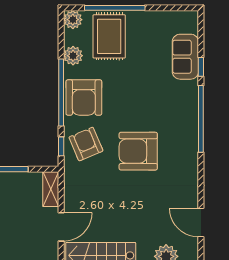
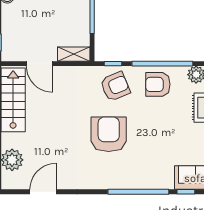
armchair: (84, 97) -> (158, 84), width x0.73, depth x0.73

